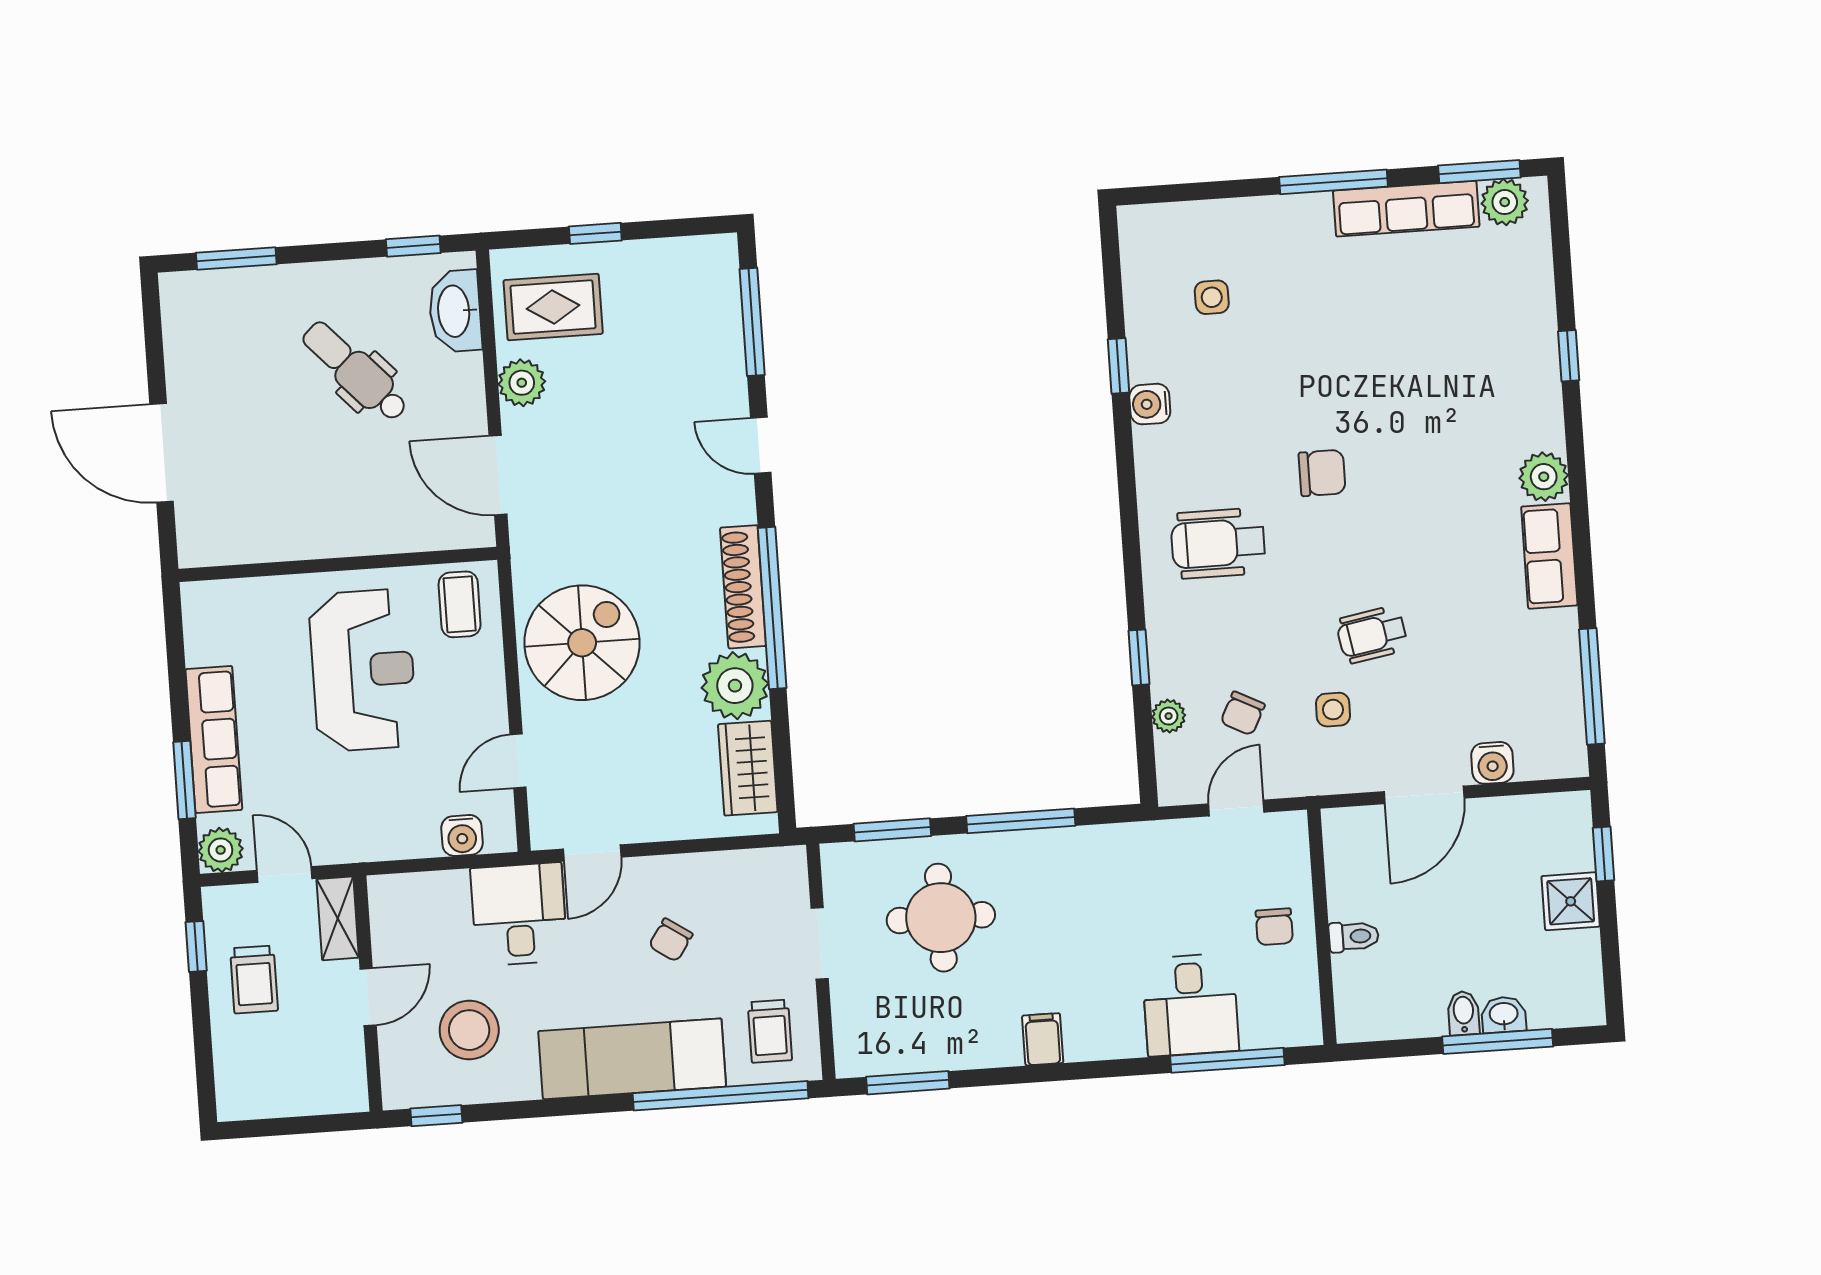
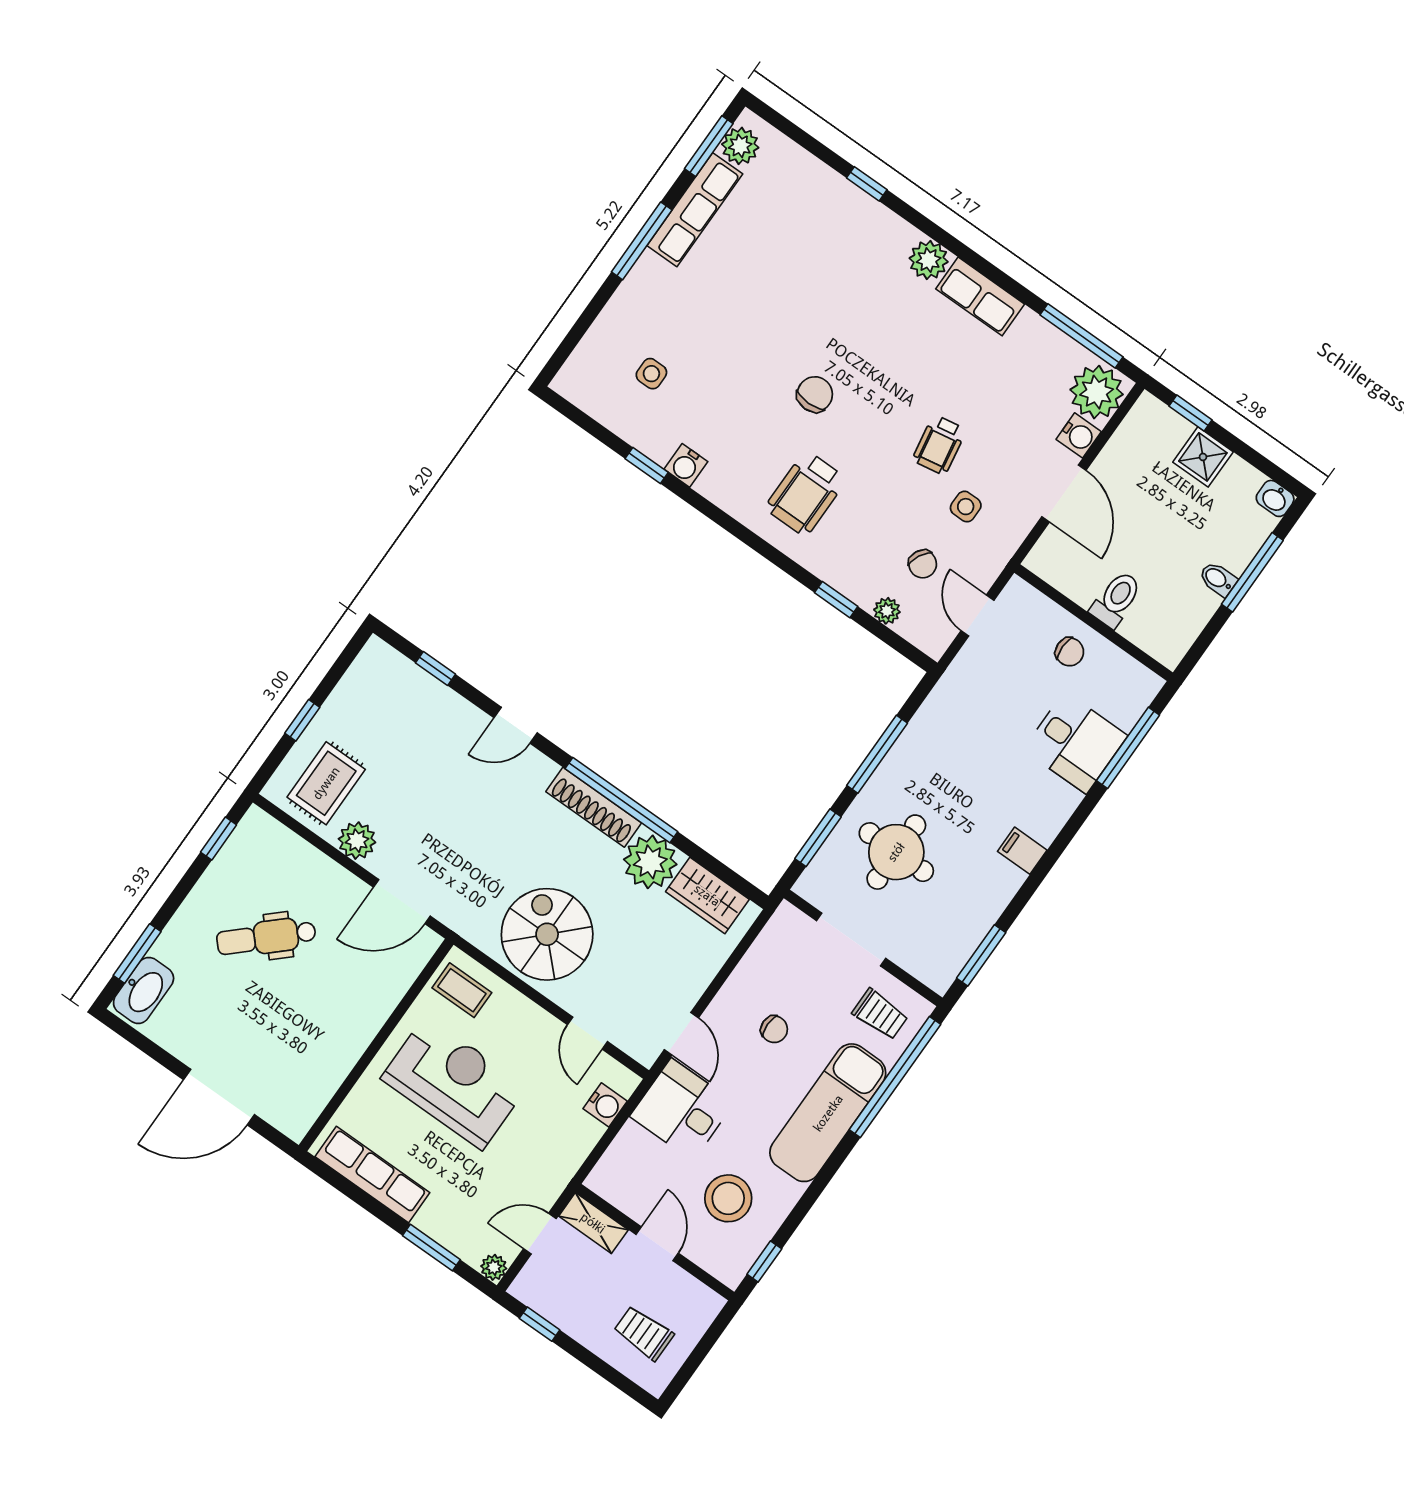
washbasin: (455, 311) -> (144, 990), moved, turned -90
window: (752, 322) -> (435, 668), width x0.46
row of seats: (214, 739) -> (372, 1175), moved
plant: (1549, 746) -> (1097, 392), added
plant: (221, 850) -> (494, 1267), width x0.73, depth x0.73
toilet: (1354, 936) -> (1116, 599), width x1.37, depth x1.39
chair: (671, 940) -> (774, 1029), turned -34
doorway: (820, 943) -> (851, 939), width x1.38
trolley: (254, 979) -> (644, 1333), moved, turned 180
washbasin: (1504, 1015) -> (1275, 498), moved, turned -90

